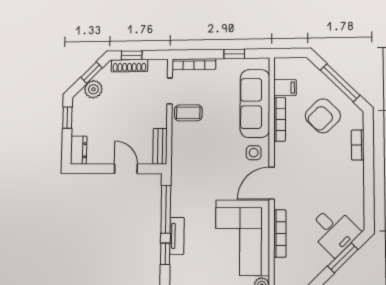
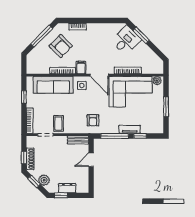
filing cabinet: (285, 88) -> (81, 68), moved
dresser: (79, 150) -> (67, 188), moved
armchair: (193, 172) -> (93, 120), added

